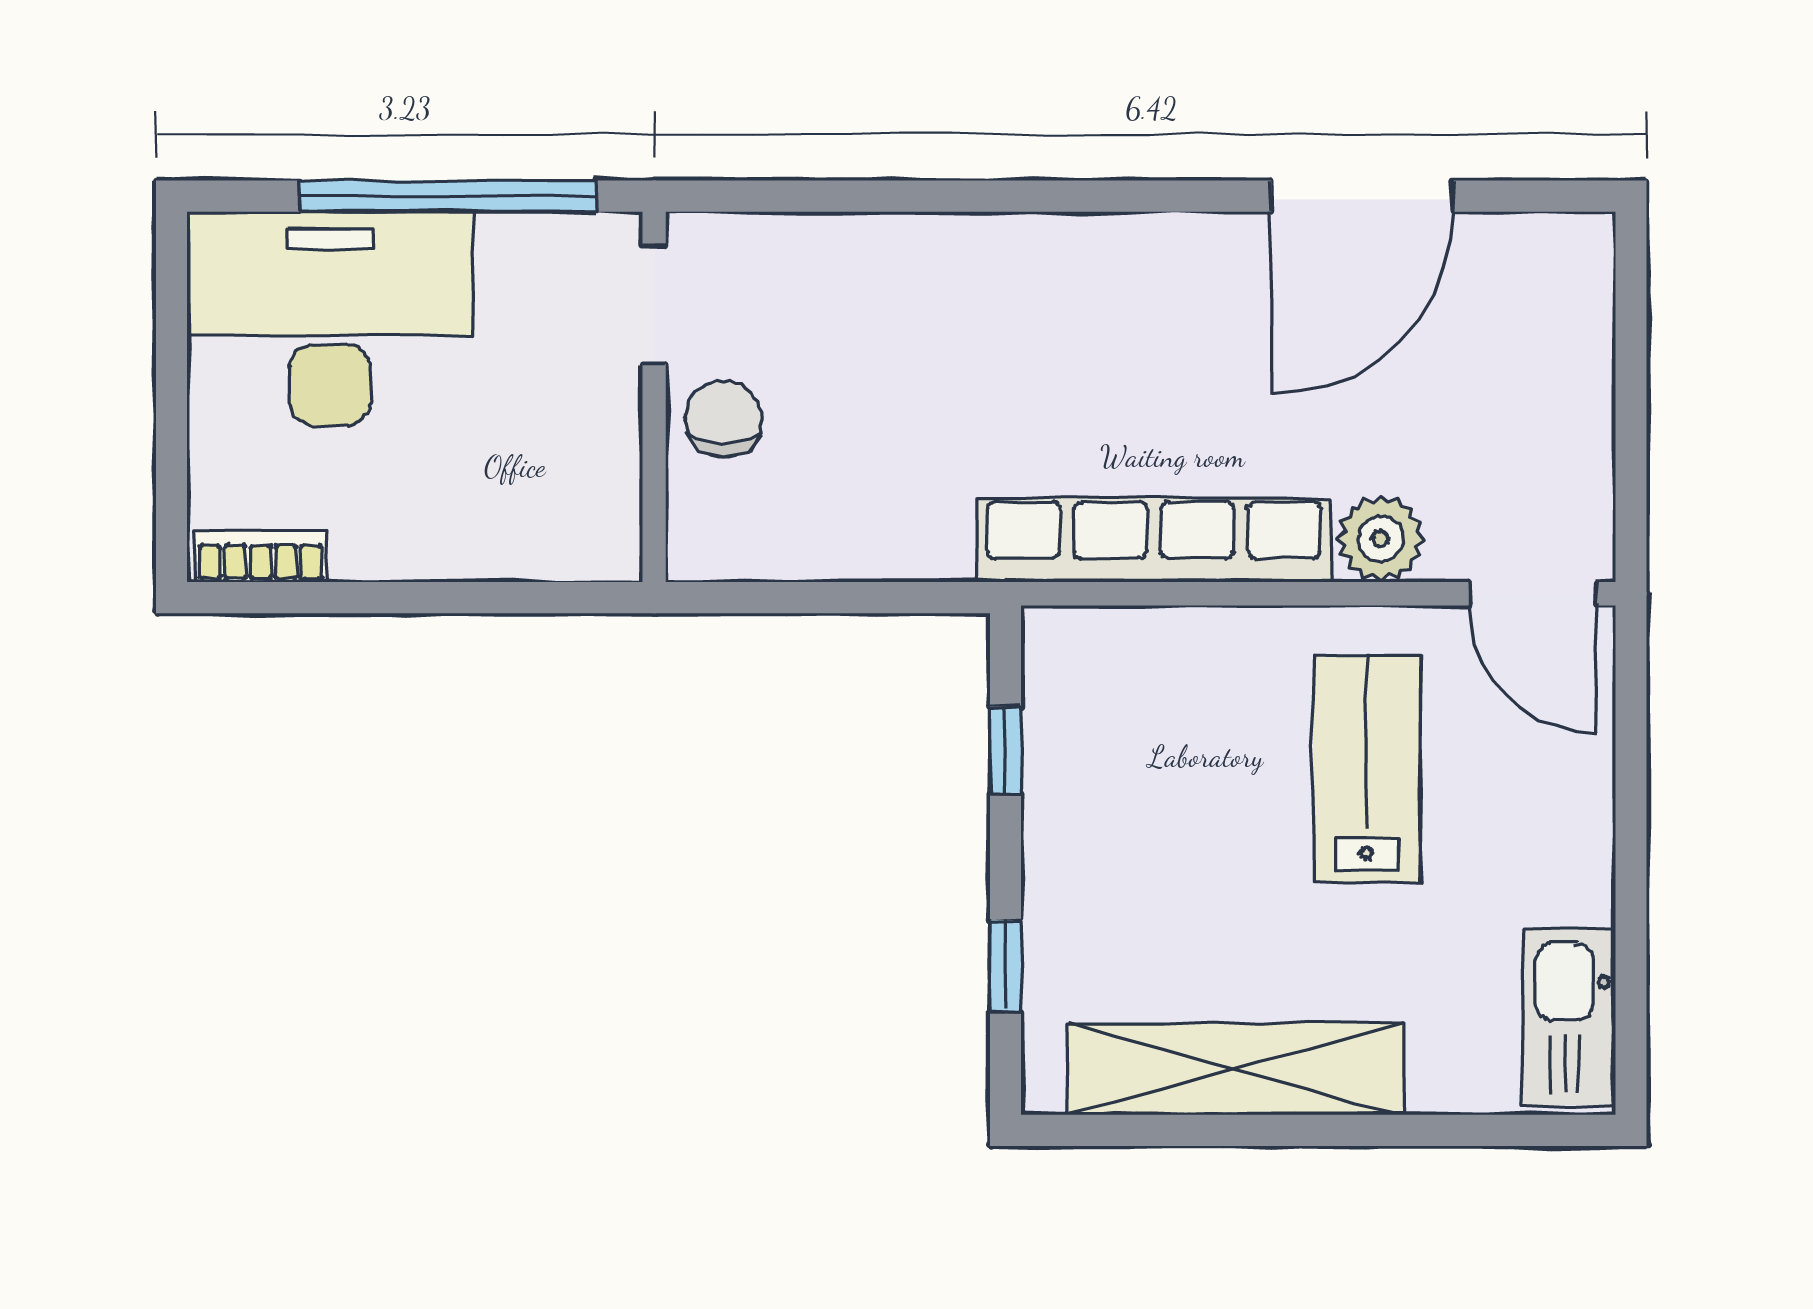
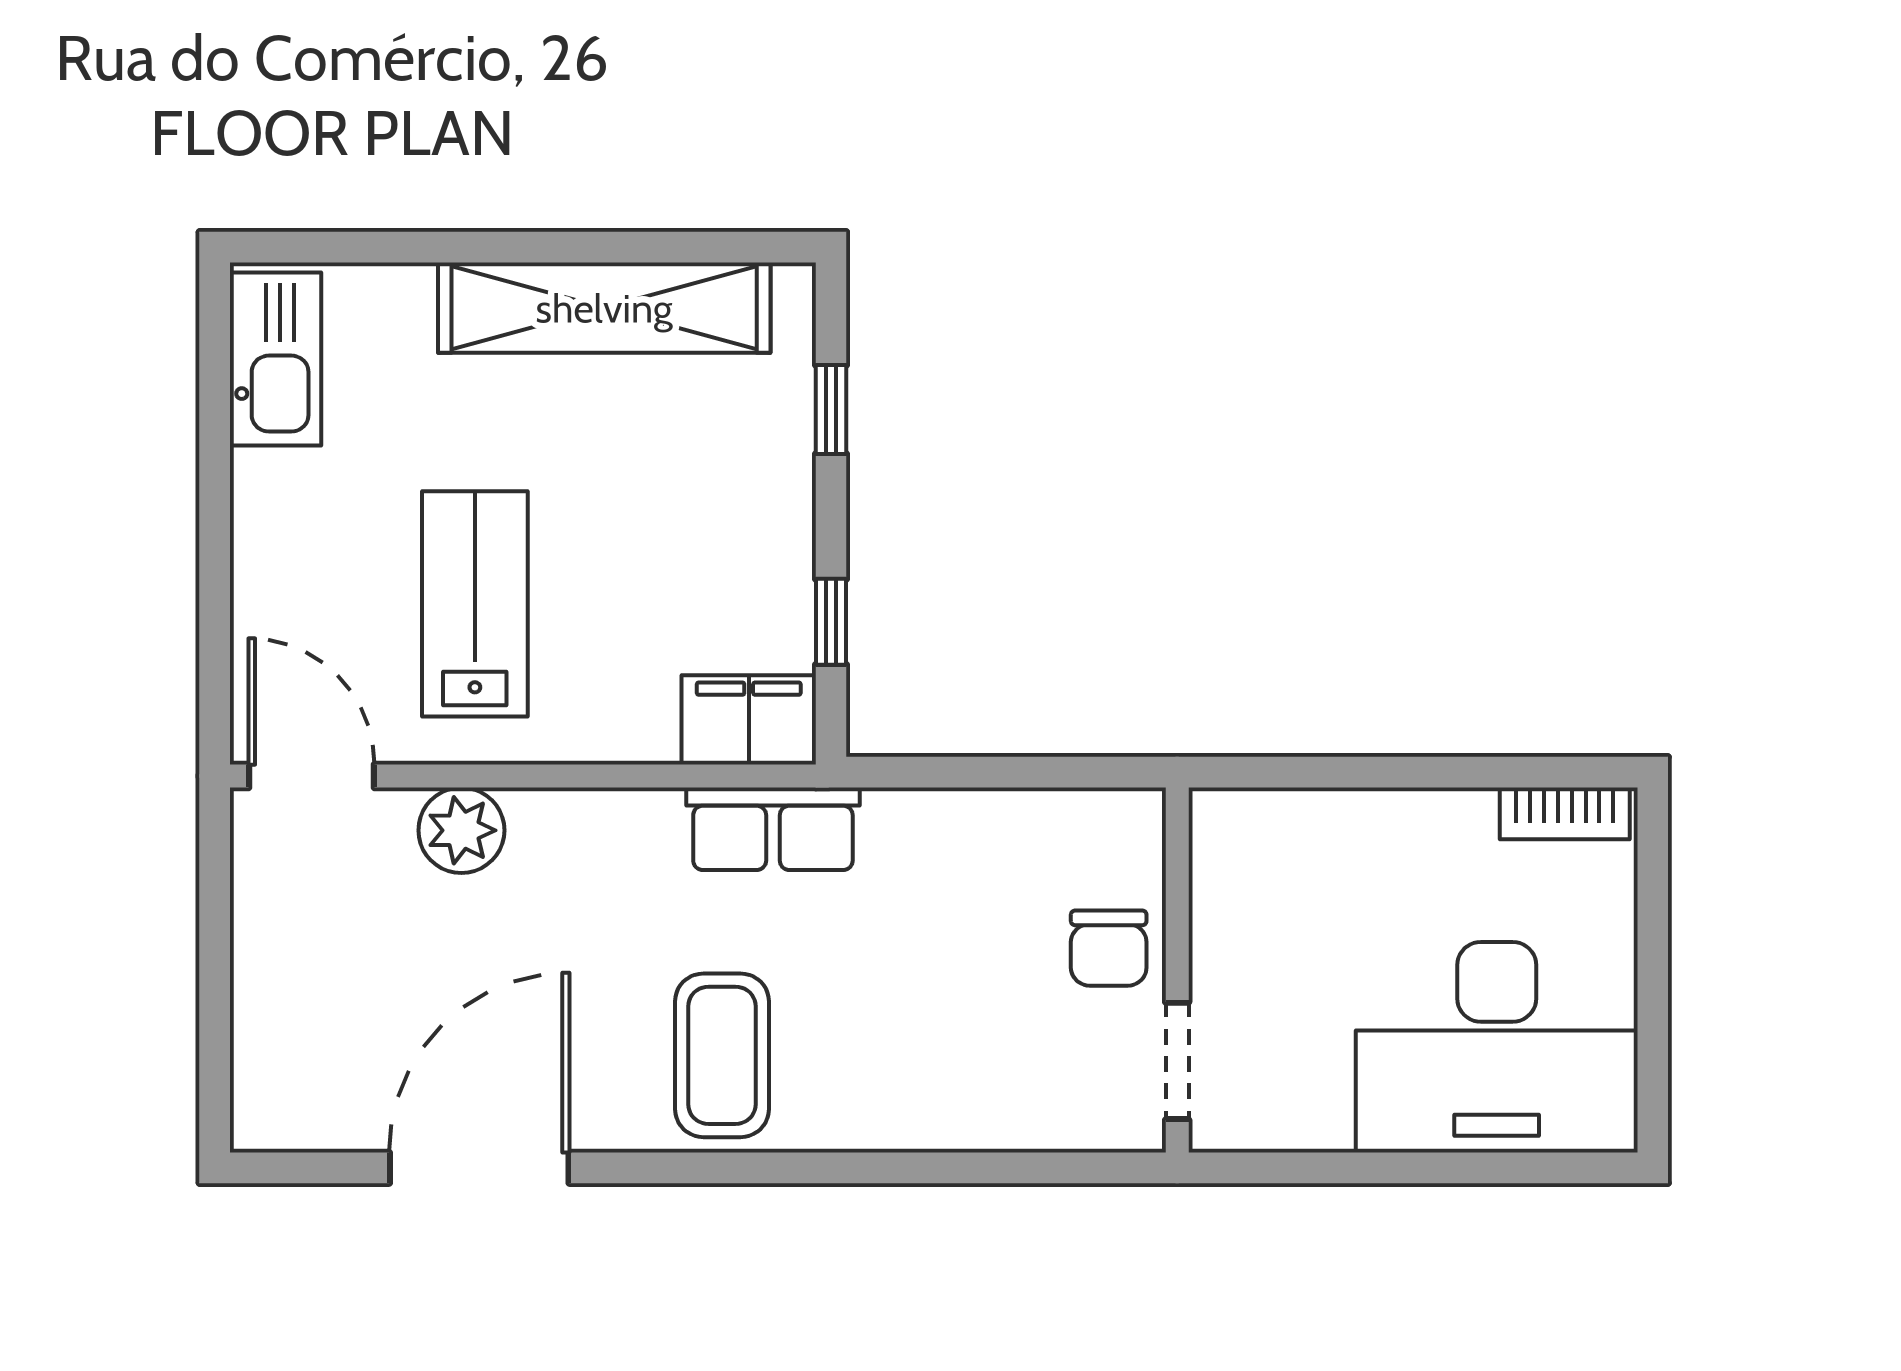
window: (448, 196) -> (1381, 1168), removed
coffee table: (1116, 310) -> (722, 1055), added
row of seats: (1154, 540) -> (773, 829), width x0.50
filing cabinet: (1089, 651) -> (749, 720), added
lab bench: (1367, 768) -> (475, 604), turned 180

